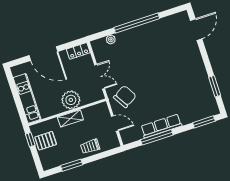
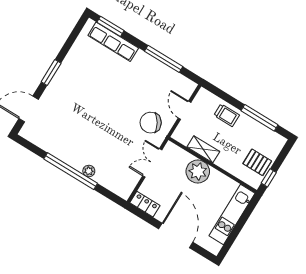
plant: (111, 39) -> (89, 171), moved
window: (215, 86) -> (51, 72), moved
shelving: (70, 118) -> (203, 149), moved
row of seats: (161, 126) -> (113, 42), moved
window: (72, 165) -> (259, 118), width x1.44

